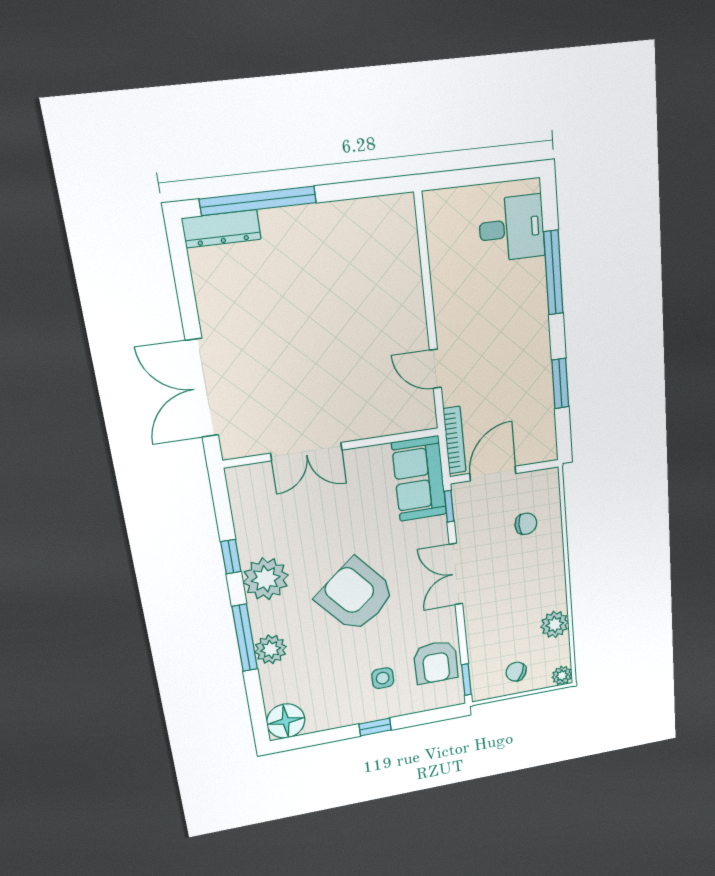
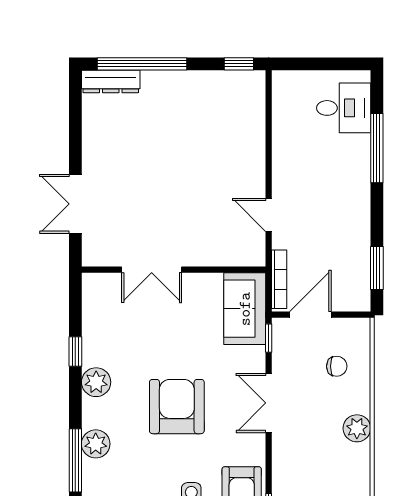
window: (380, 187) -> (239, 64), added
window: (560, 383) -> (377, 268), moved
double door: (202, 388) -> (75, 204), width x0.73
plant: (266, 579) -> (96, 382), width x0.73, depth x0.73
armchair: (356, 595) -> (177, 407), turned 40
plant: (555, 624) -> (357, 428), moved
window: (245, 638) -> (75, 460), moved

